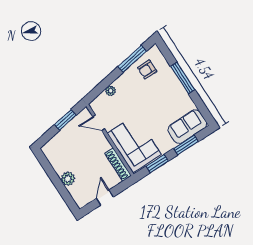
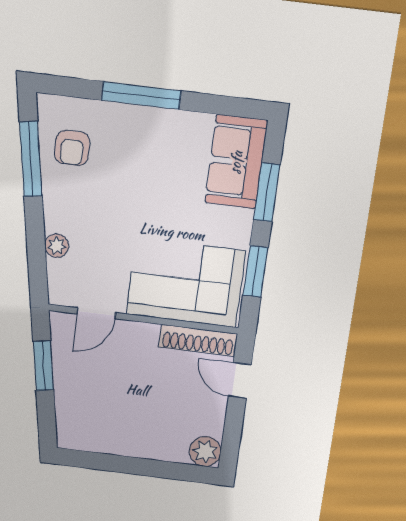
plant: (68, 179) -> (205, 451), moved
door: (105, 198) -> (240, 381), moved

